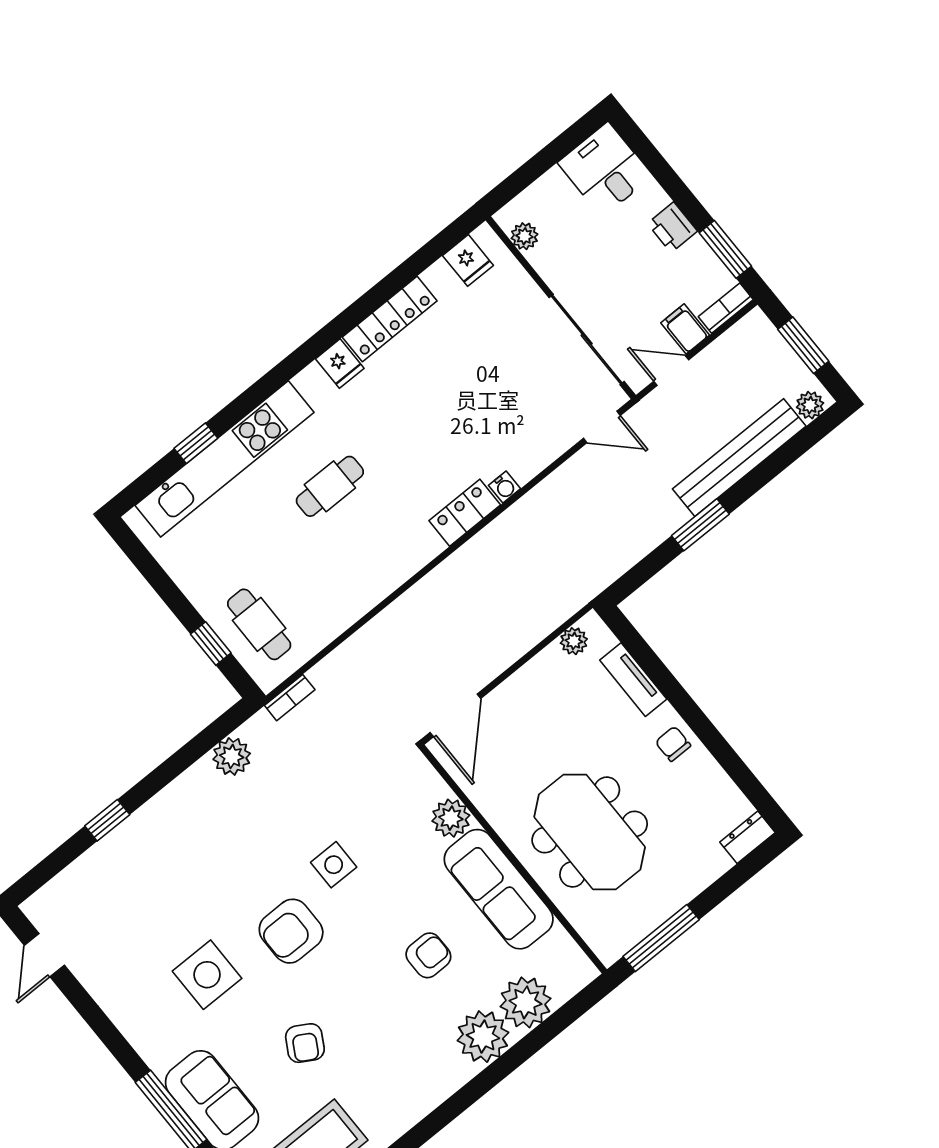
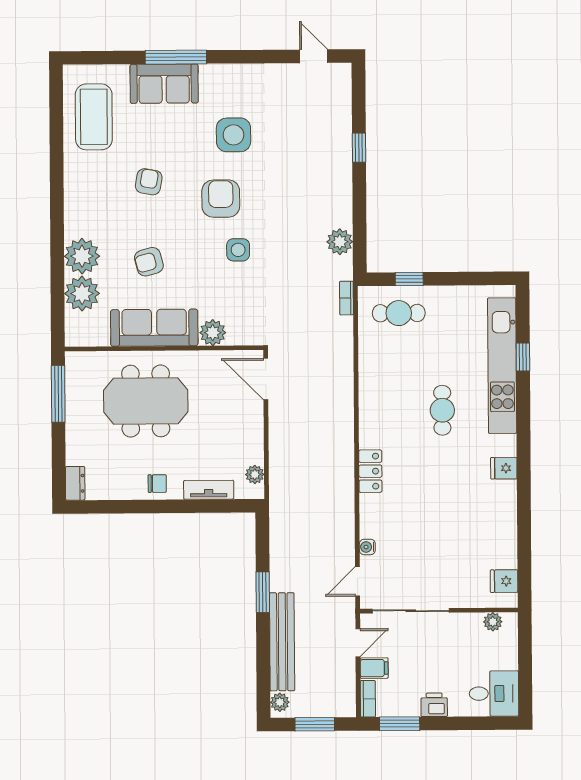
locker: (390, 319) -> (506, 514), removed
water cooler: (504, 487) -> (367, 547), moved
armchair: (428, 955) -> (149, 262), turned 75
armchair: (305, 1043) -> (149, 182), moved, turned 70

